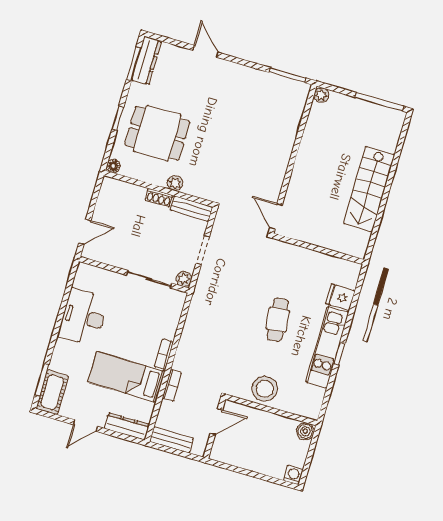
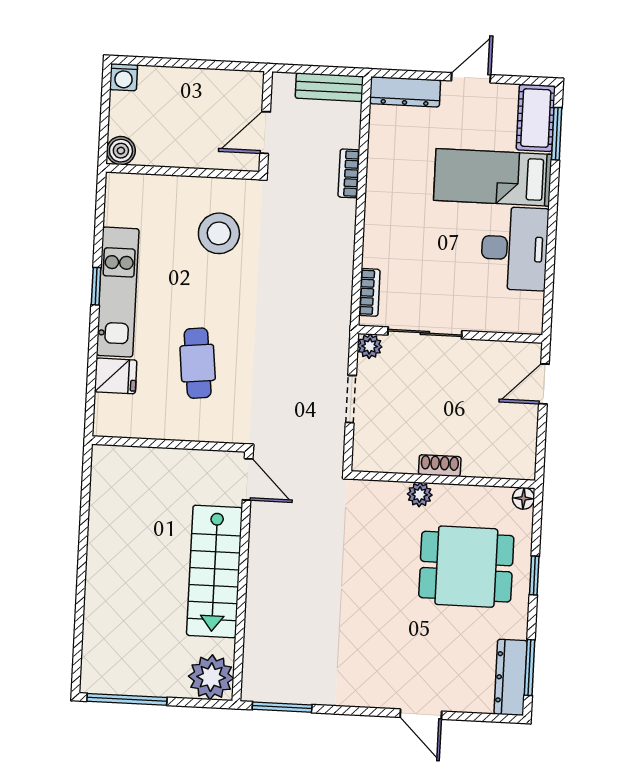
plant: (321, 95) -> (211, 677), width x1.88, depth x1.88
stairs: (369, 189) -> (214, 571), moved, turned 180
bench: (192, 209) -> (384, 460), removed
cafe table: (278, 320) -> (198, 363), moved
bookcase: (164, 354) -> (369, 292), moved
bed: (126, 377) -> (493, 177), moved, turned 180
stool: (265, 389) -> (219, 233), moved

